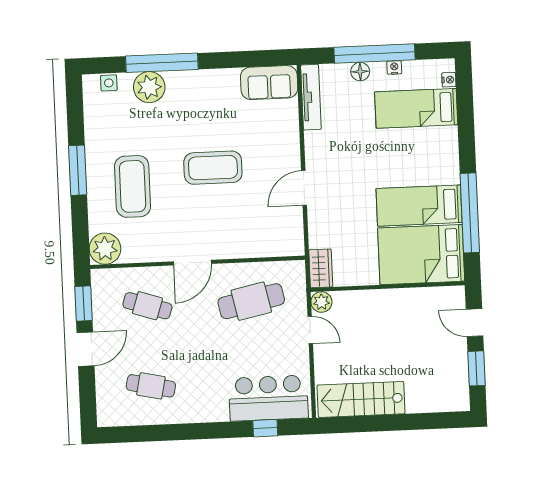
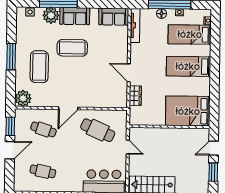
sofa: (195, 86) -> (75, 16), added
coffee table: (213, 168) -> (72, 48), moved
door: (304, 188) -> (129, 73), hinge flipped
bed: (419, 206) -> (188, 66), moved
window: (470, 213) -> (214, 91), removed
wardrobe: (321, 268) -> (135, 96), moved
cafe table: (251, 301) -> (98, 130), turned 36
plant: (321, 302) -> (134, 133), removed
door: (474, 323) -> (214, 148), hinge flipped

